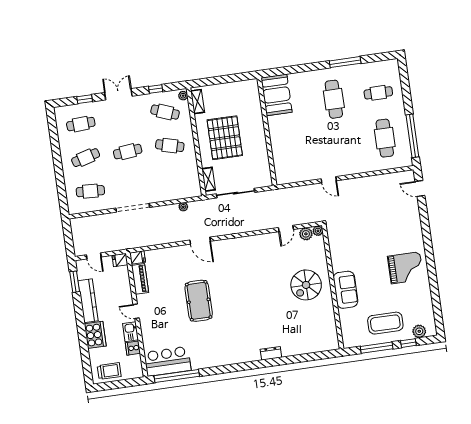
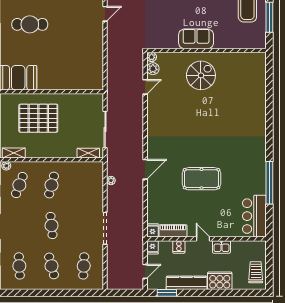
pallet: (225, 138) -> (38, 118), moved
door: (329, 180) -> (105, 14), moved
door: (286, 229) -> (145, 87), hinge flipped
spiral stairs: (306, 285) -> (201, 75), turned -90
sofa: (346, 290) -> (196, 39), moved
door: (136, 311) -> (203, 239), swing flipped
cooker: (133, 348) -> (179, 247), moved
dresser: (271, 353) -> (261, 118), removed
window: (177, 376) -> (269, 183), moved

